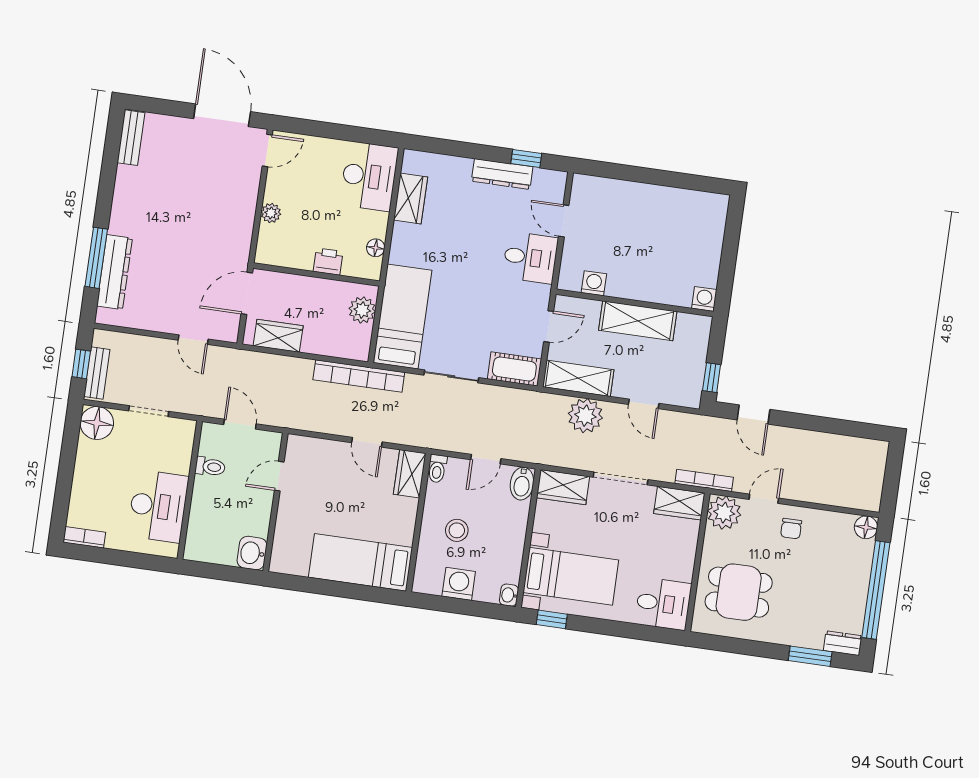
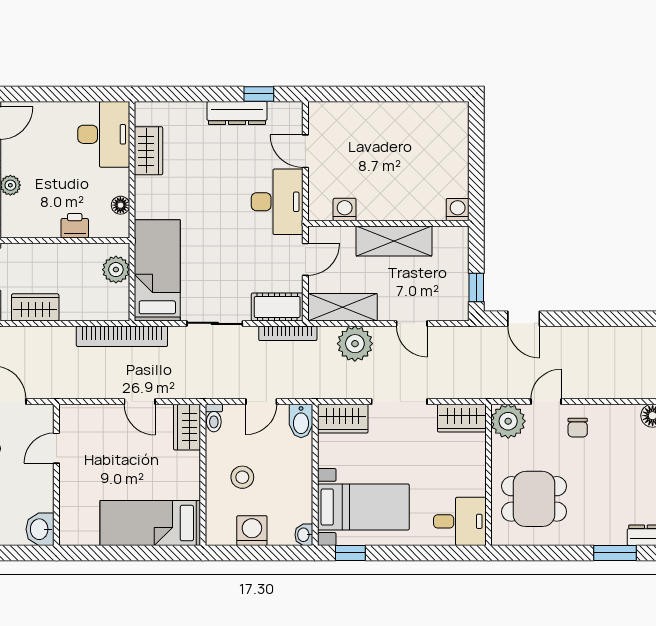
desk: (530, 258) -> (277, 202), width x1.37
bookcase: (704, 480) -> (288, 333), moved, turned 180

